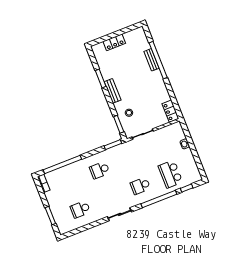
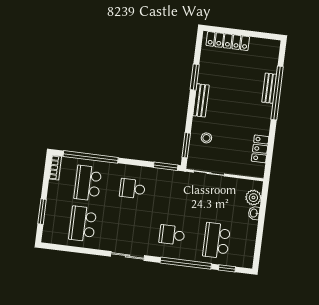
locker: (114, 42) -> (228, 41), width x1.53
locker: (170, 111) -> (260, 149), moved
plant: (179, 134) -> (253, 198), added
school desk: (69, 182) -> (88, 183), added
school desk: (80, 209) -> (83, 224), width x1.85

